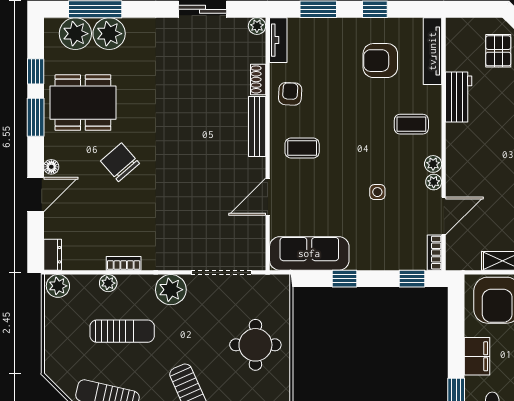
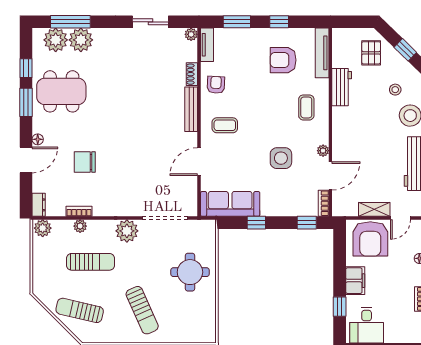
coffee table: (411, 124) -> (306, 107), turned 90
chair: (120, 162) -> (85, 162), moved, turned -49
plant: (433, 164) -> (323, 137), removed
side table: (377, 192) -> (281, 158), width x1.87, depth x1.87
bookcase: (124, 263) -> (79, 211), moved

